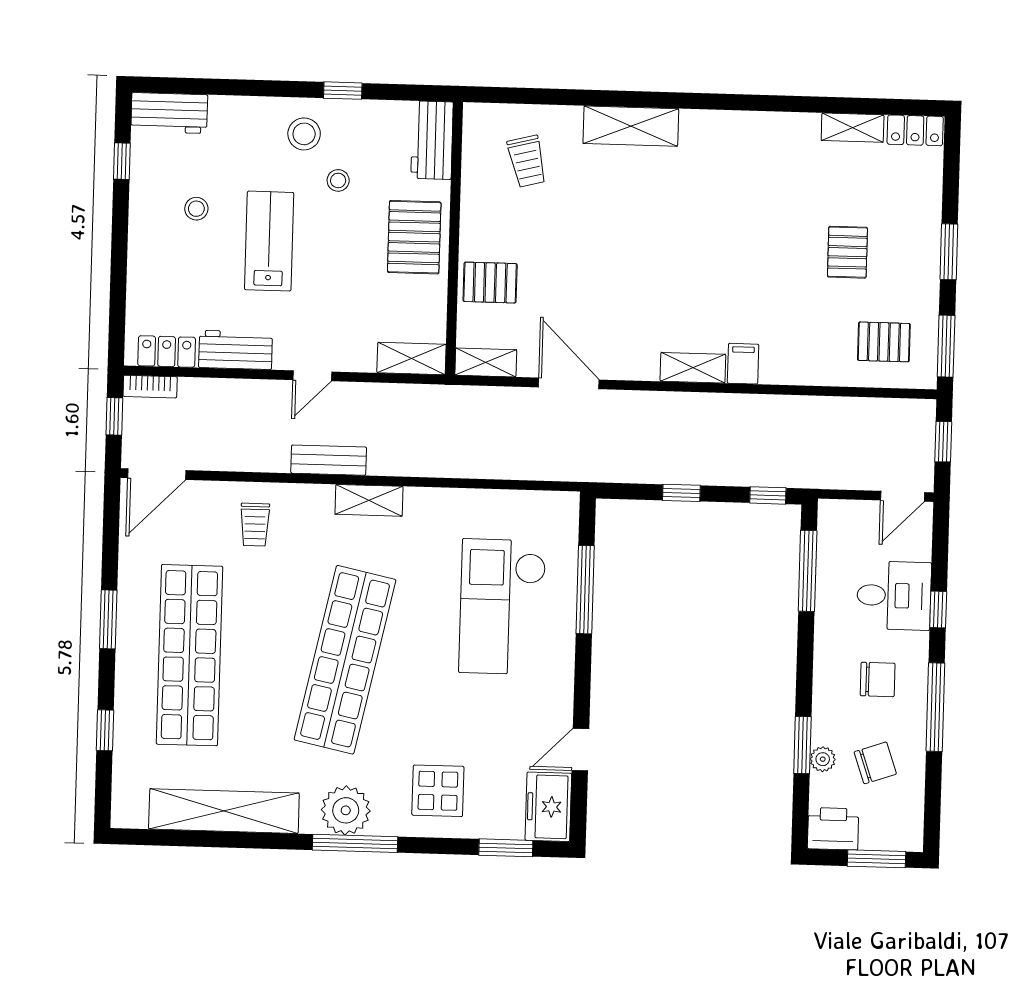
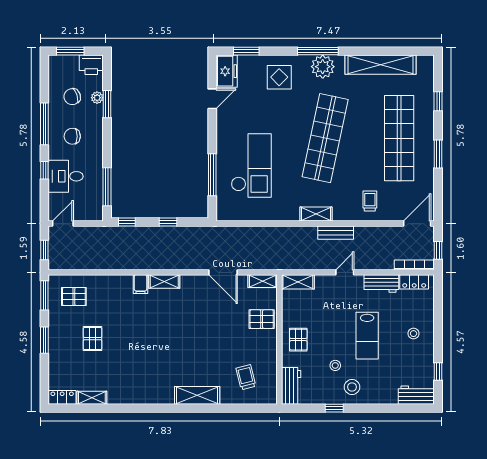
stool: (196, 209) -> (414, 334), moved
pallet: (414, 237) -> (298, 340), width x0.67, depth x0.71
bookcase: (150, 387) -> (414, 265), width x1.56

